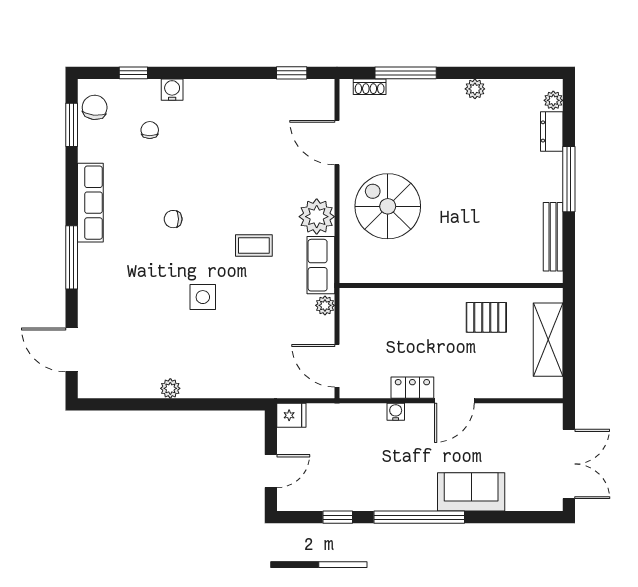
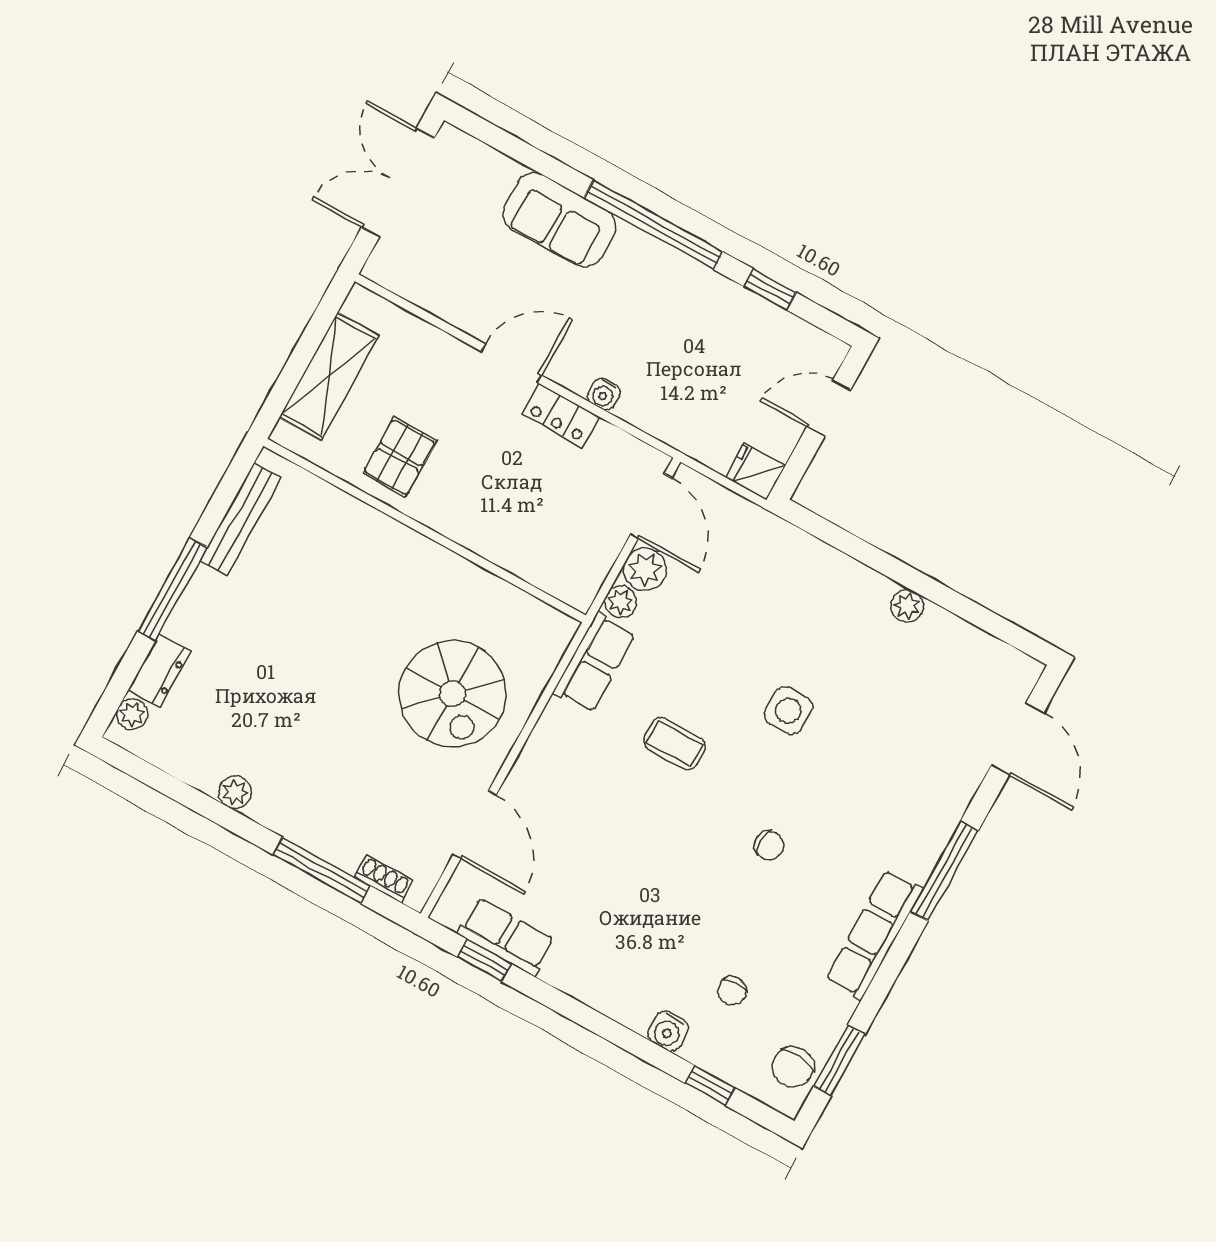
row of seats: (287, 92) -> (506, 937), added
plant: (317, 217) -> (645, 569), moved, width x0.73, depth x0.73
pallet: (486, 317) -> (400, 457), turned 90

